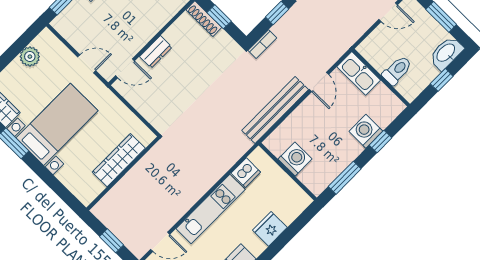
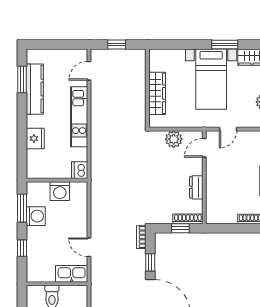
dresser: (156, 52) -> (196, 187), moved
plant: (145, 104) -> (174, 139), added
bench: (275, 110) -> (98, 207), removed
washing machine: (366, 131) -> (36, 216), moved
dishwasher: (246, 173) -> (80, 170), moved

